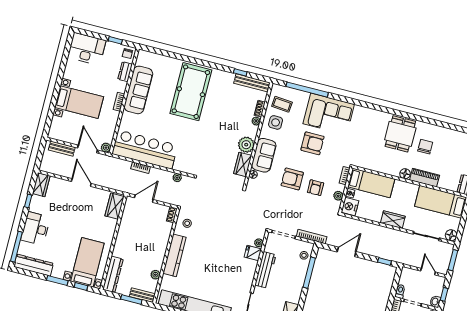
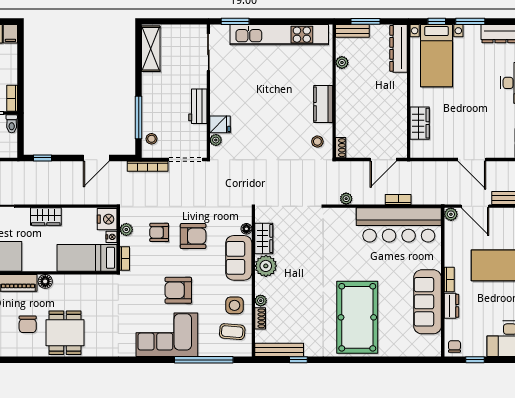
dresser: (125, 72) -> (451, 306), moved
armchair: (316, 188) -> (159, 232), turned -90
wardrobe: (115, 206) -> (420, 123), moved
kitchen counter: (175, 255) -> (323, 104), width x0.67
workbench: (265, 270) -> (198, 106), width x0.73

